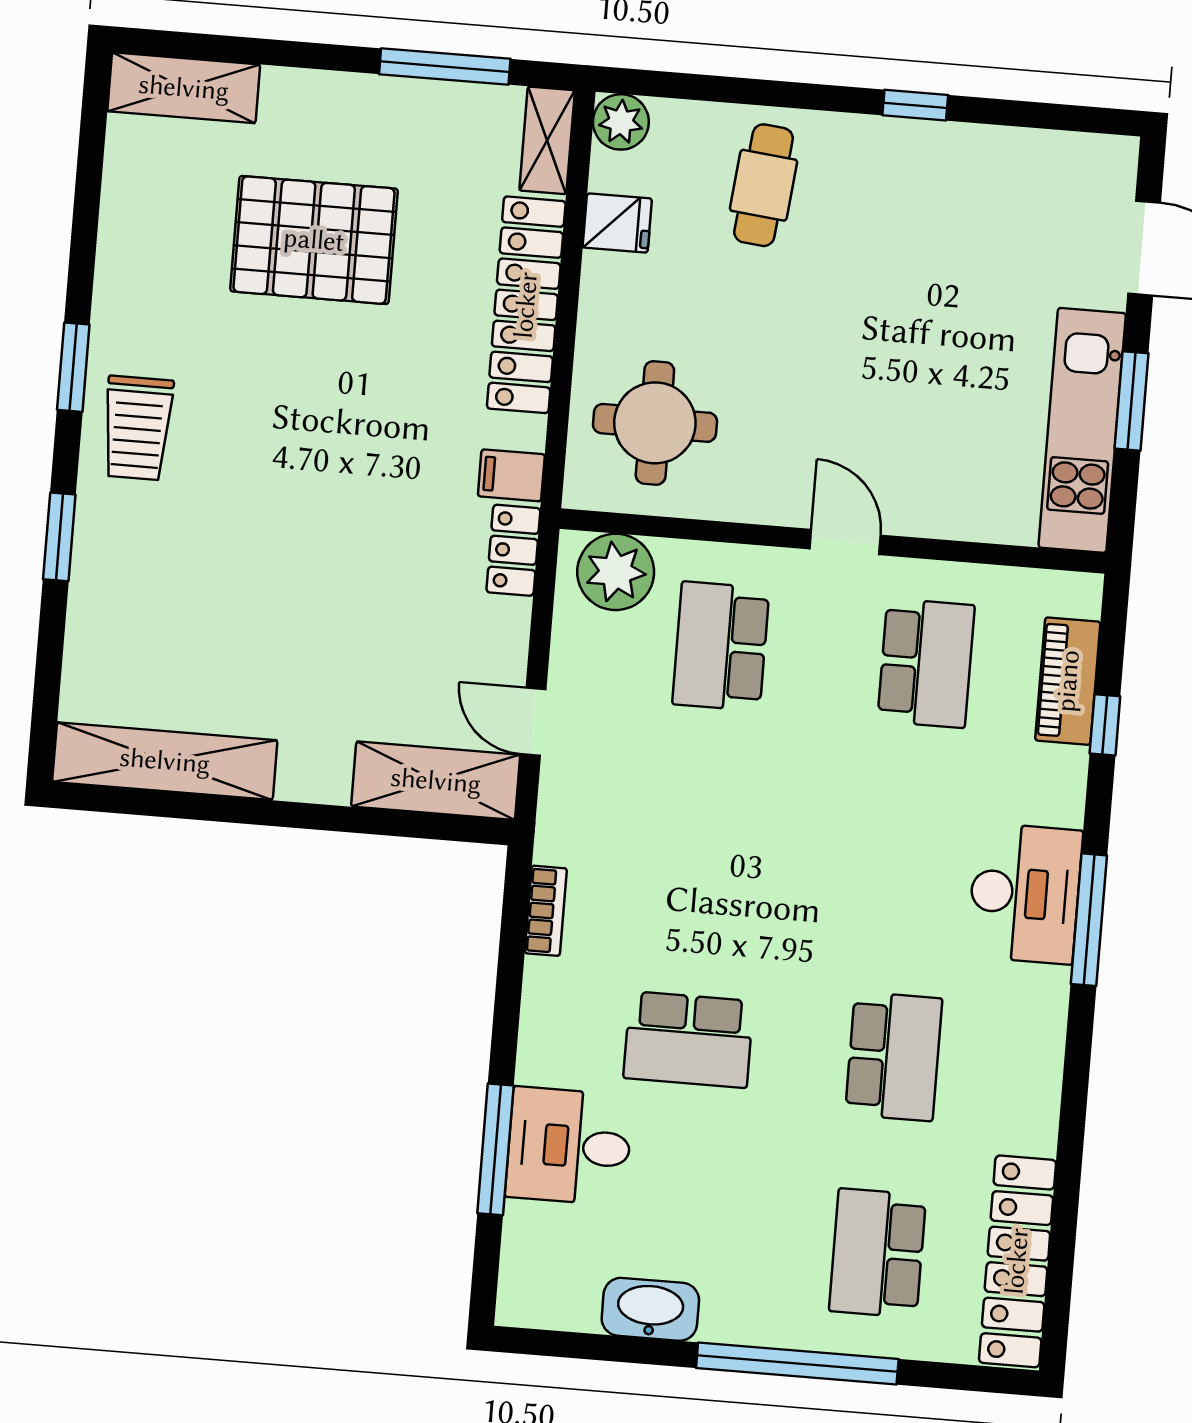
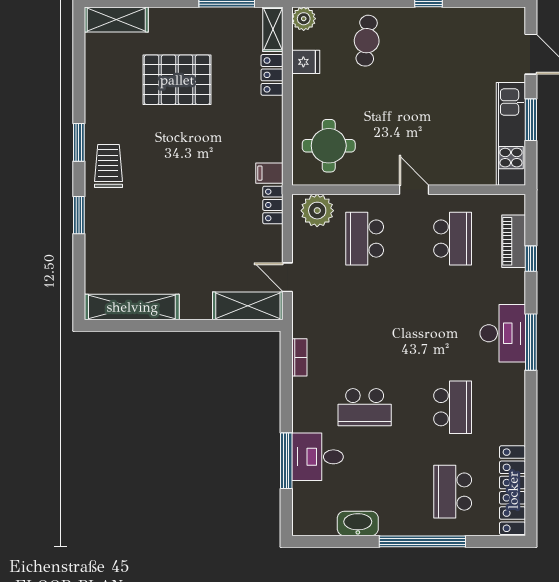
locker: (526, 305) -> (272, 75), width x0.46, depth x0.83
trolley: (137, 428) -> (108, 166), turned 180

